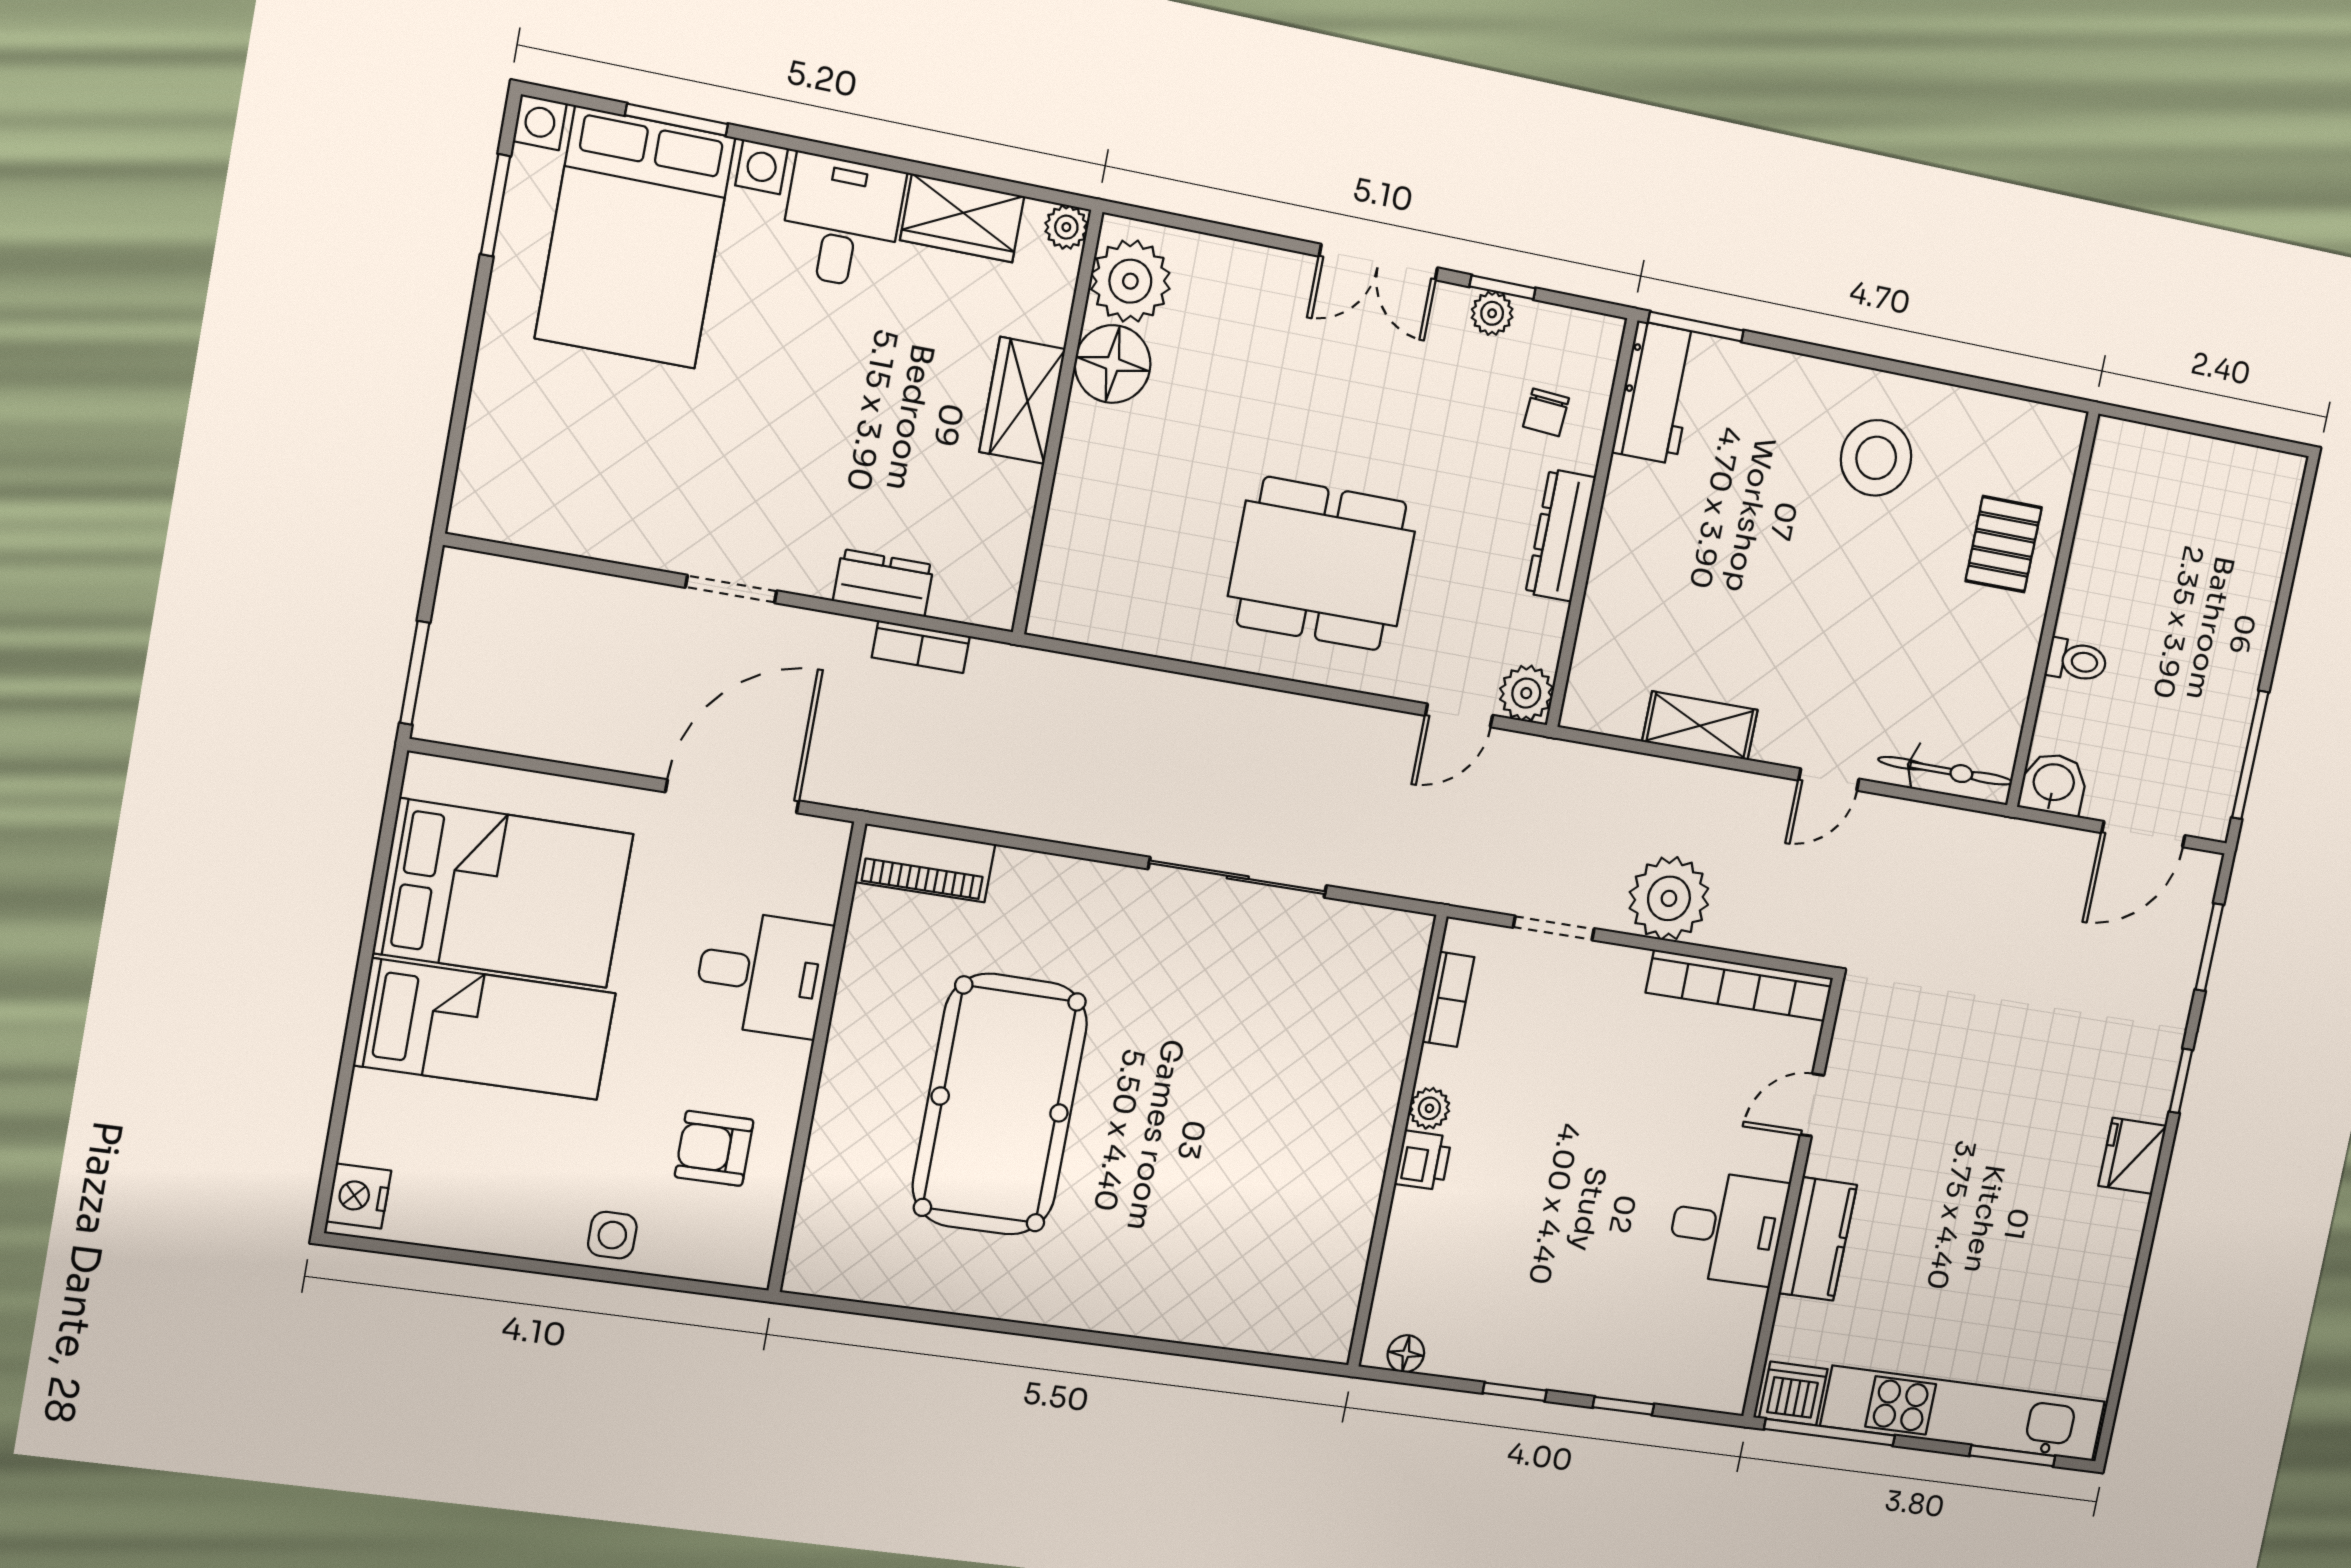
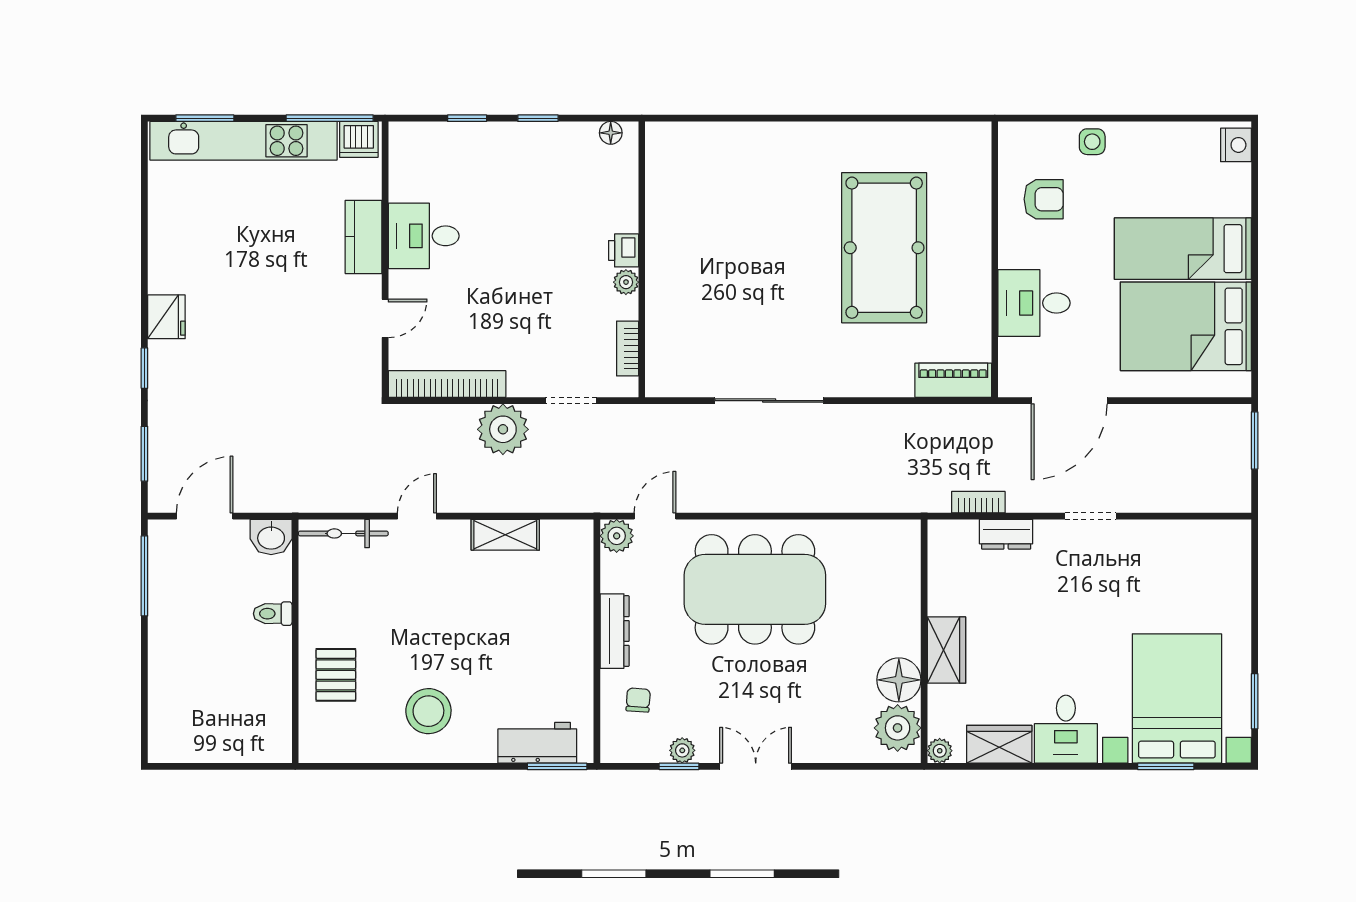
workbench: (1656, 393) -> (537, 743), moved, turned 90
dining table: (1322, 564) -> (755, 589), width x1.36, depth x1.24

